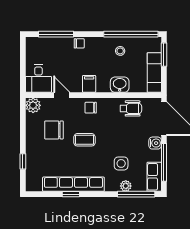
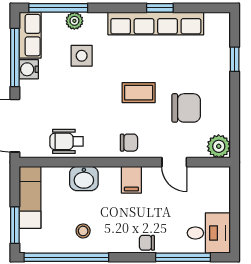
desk: (38, 79) -> (209, 233), moved, turned 90
water cooler: (155, 143) -> (29, 69), moved

